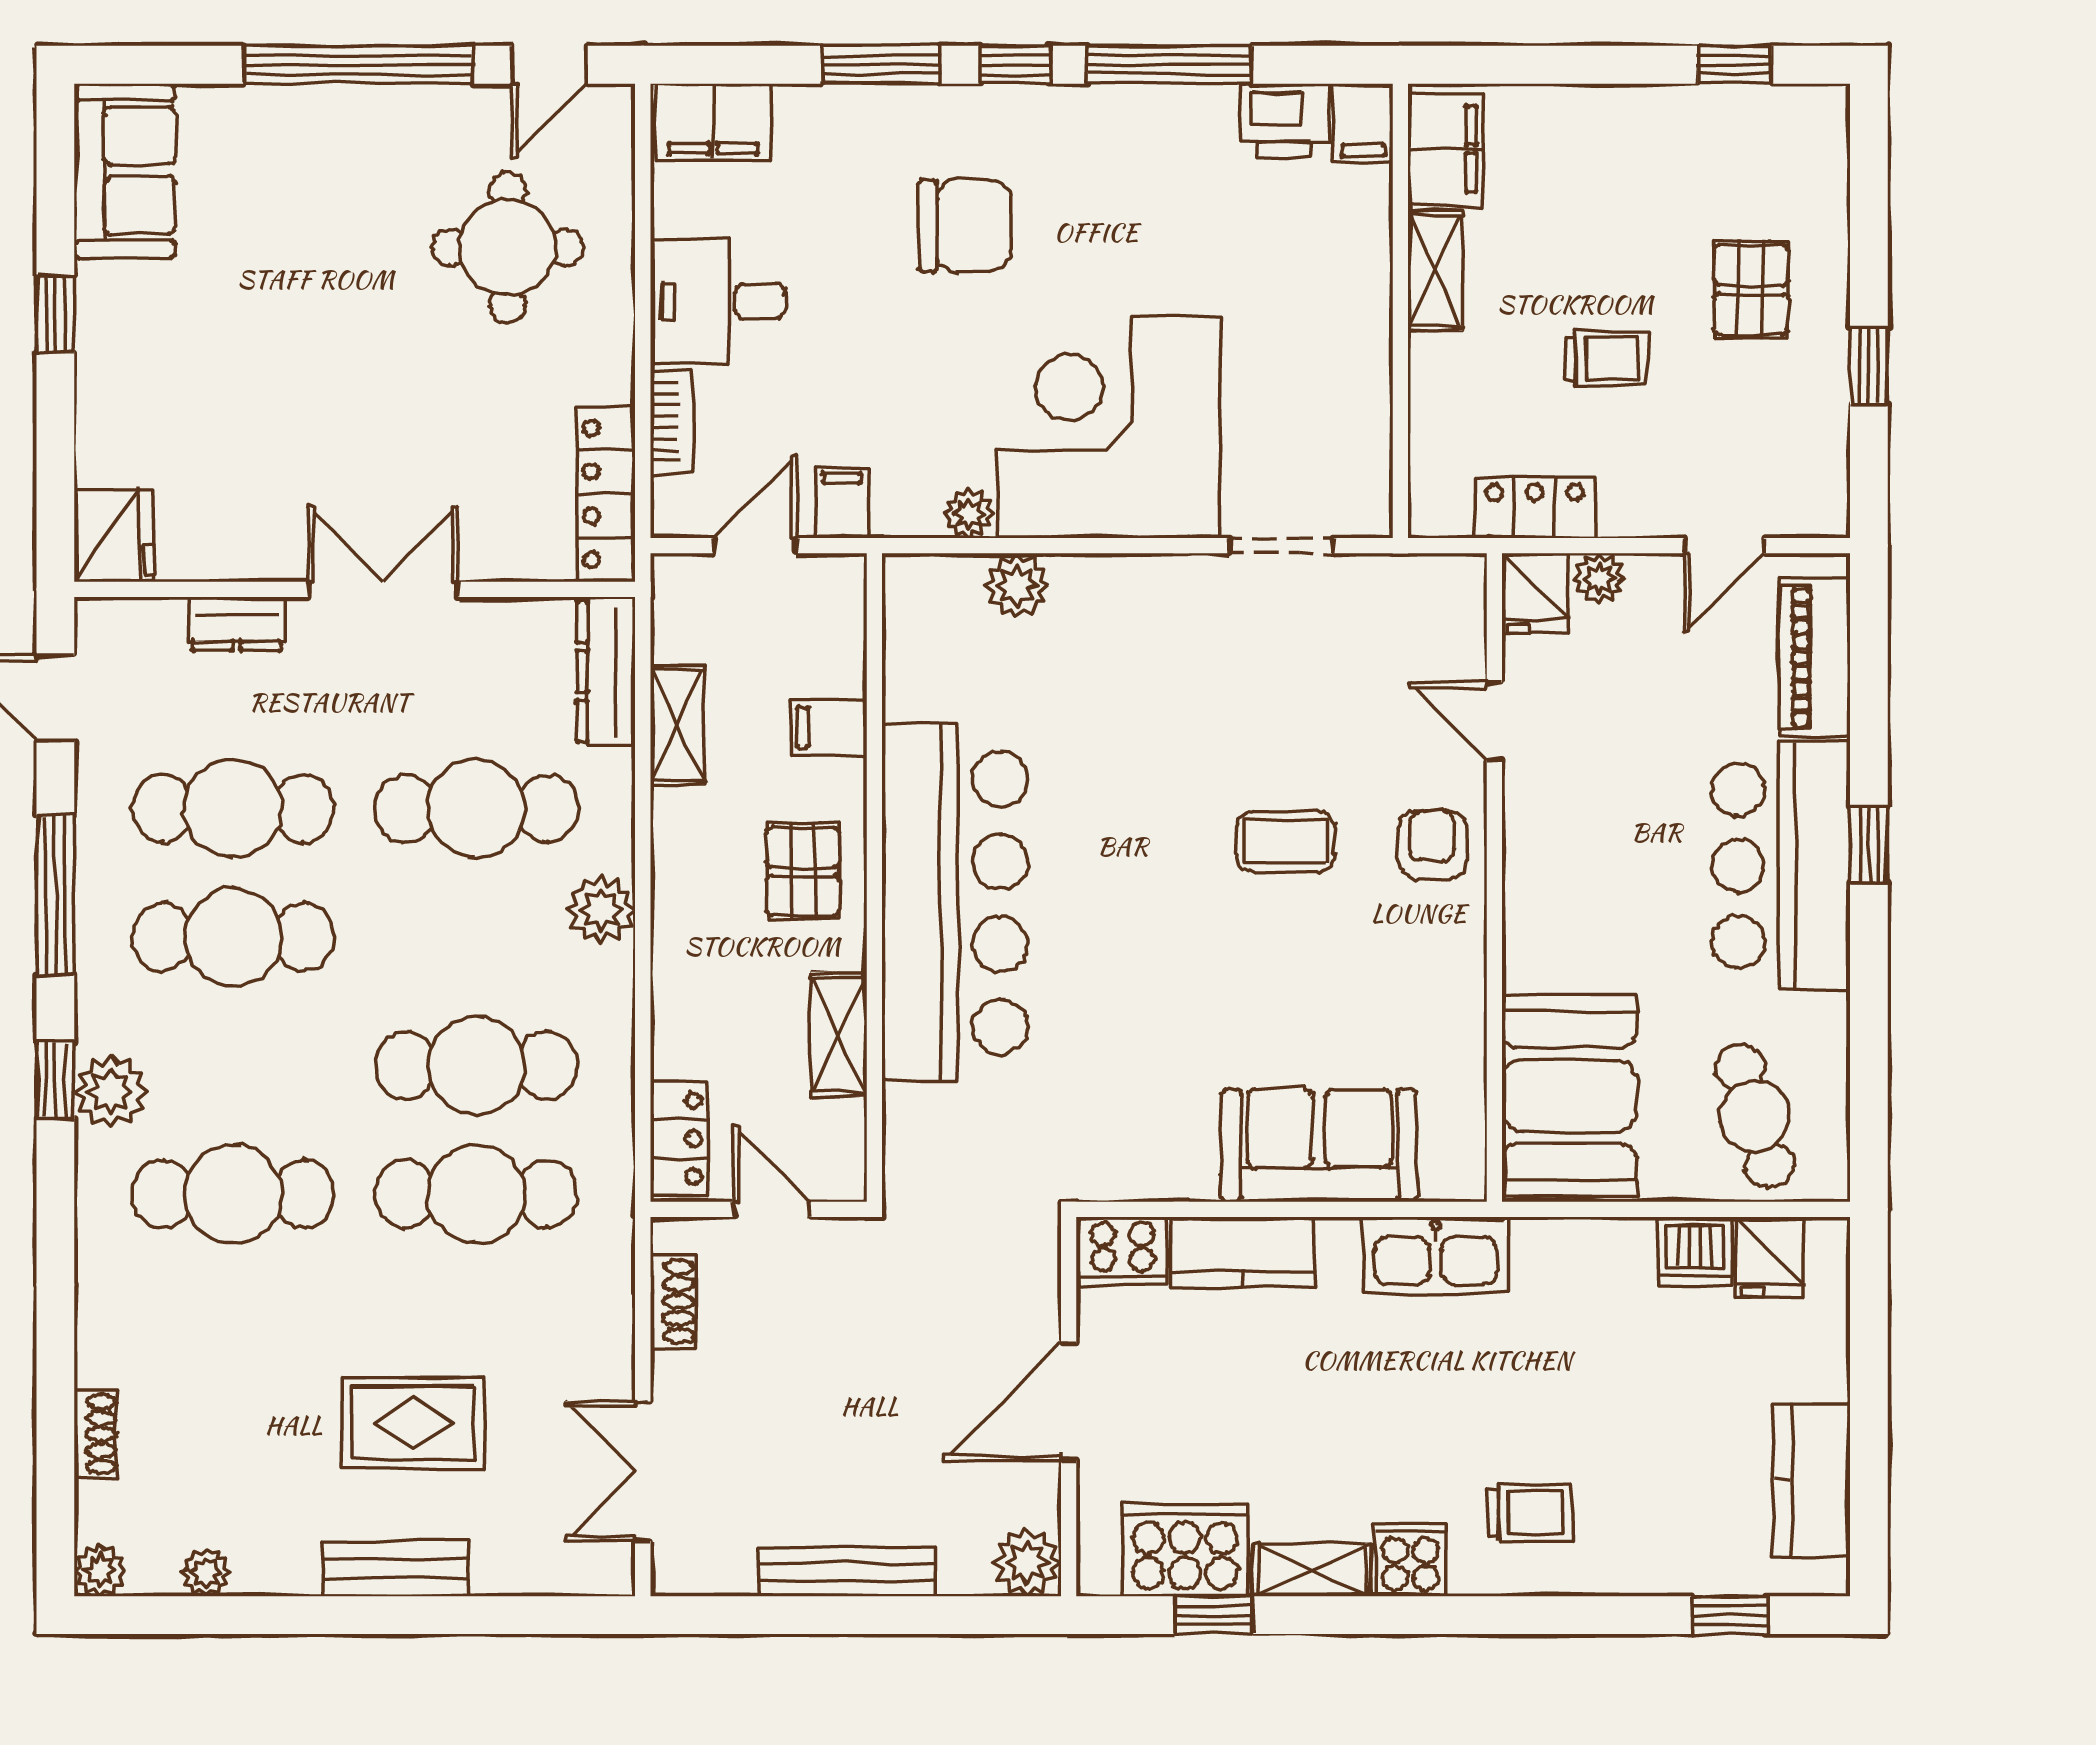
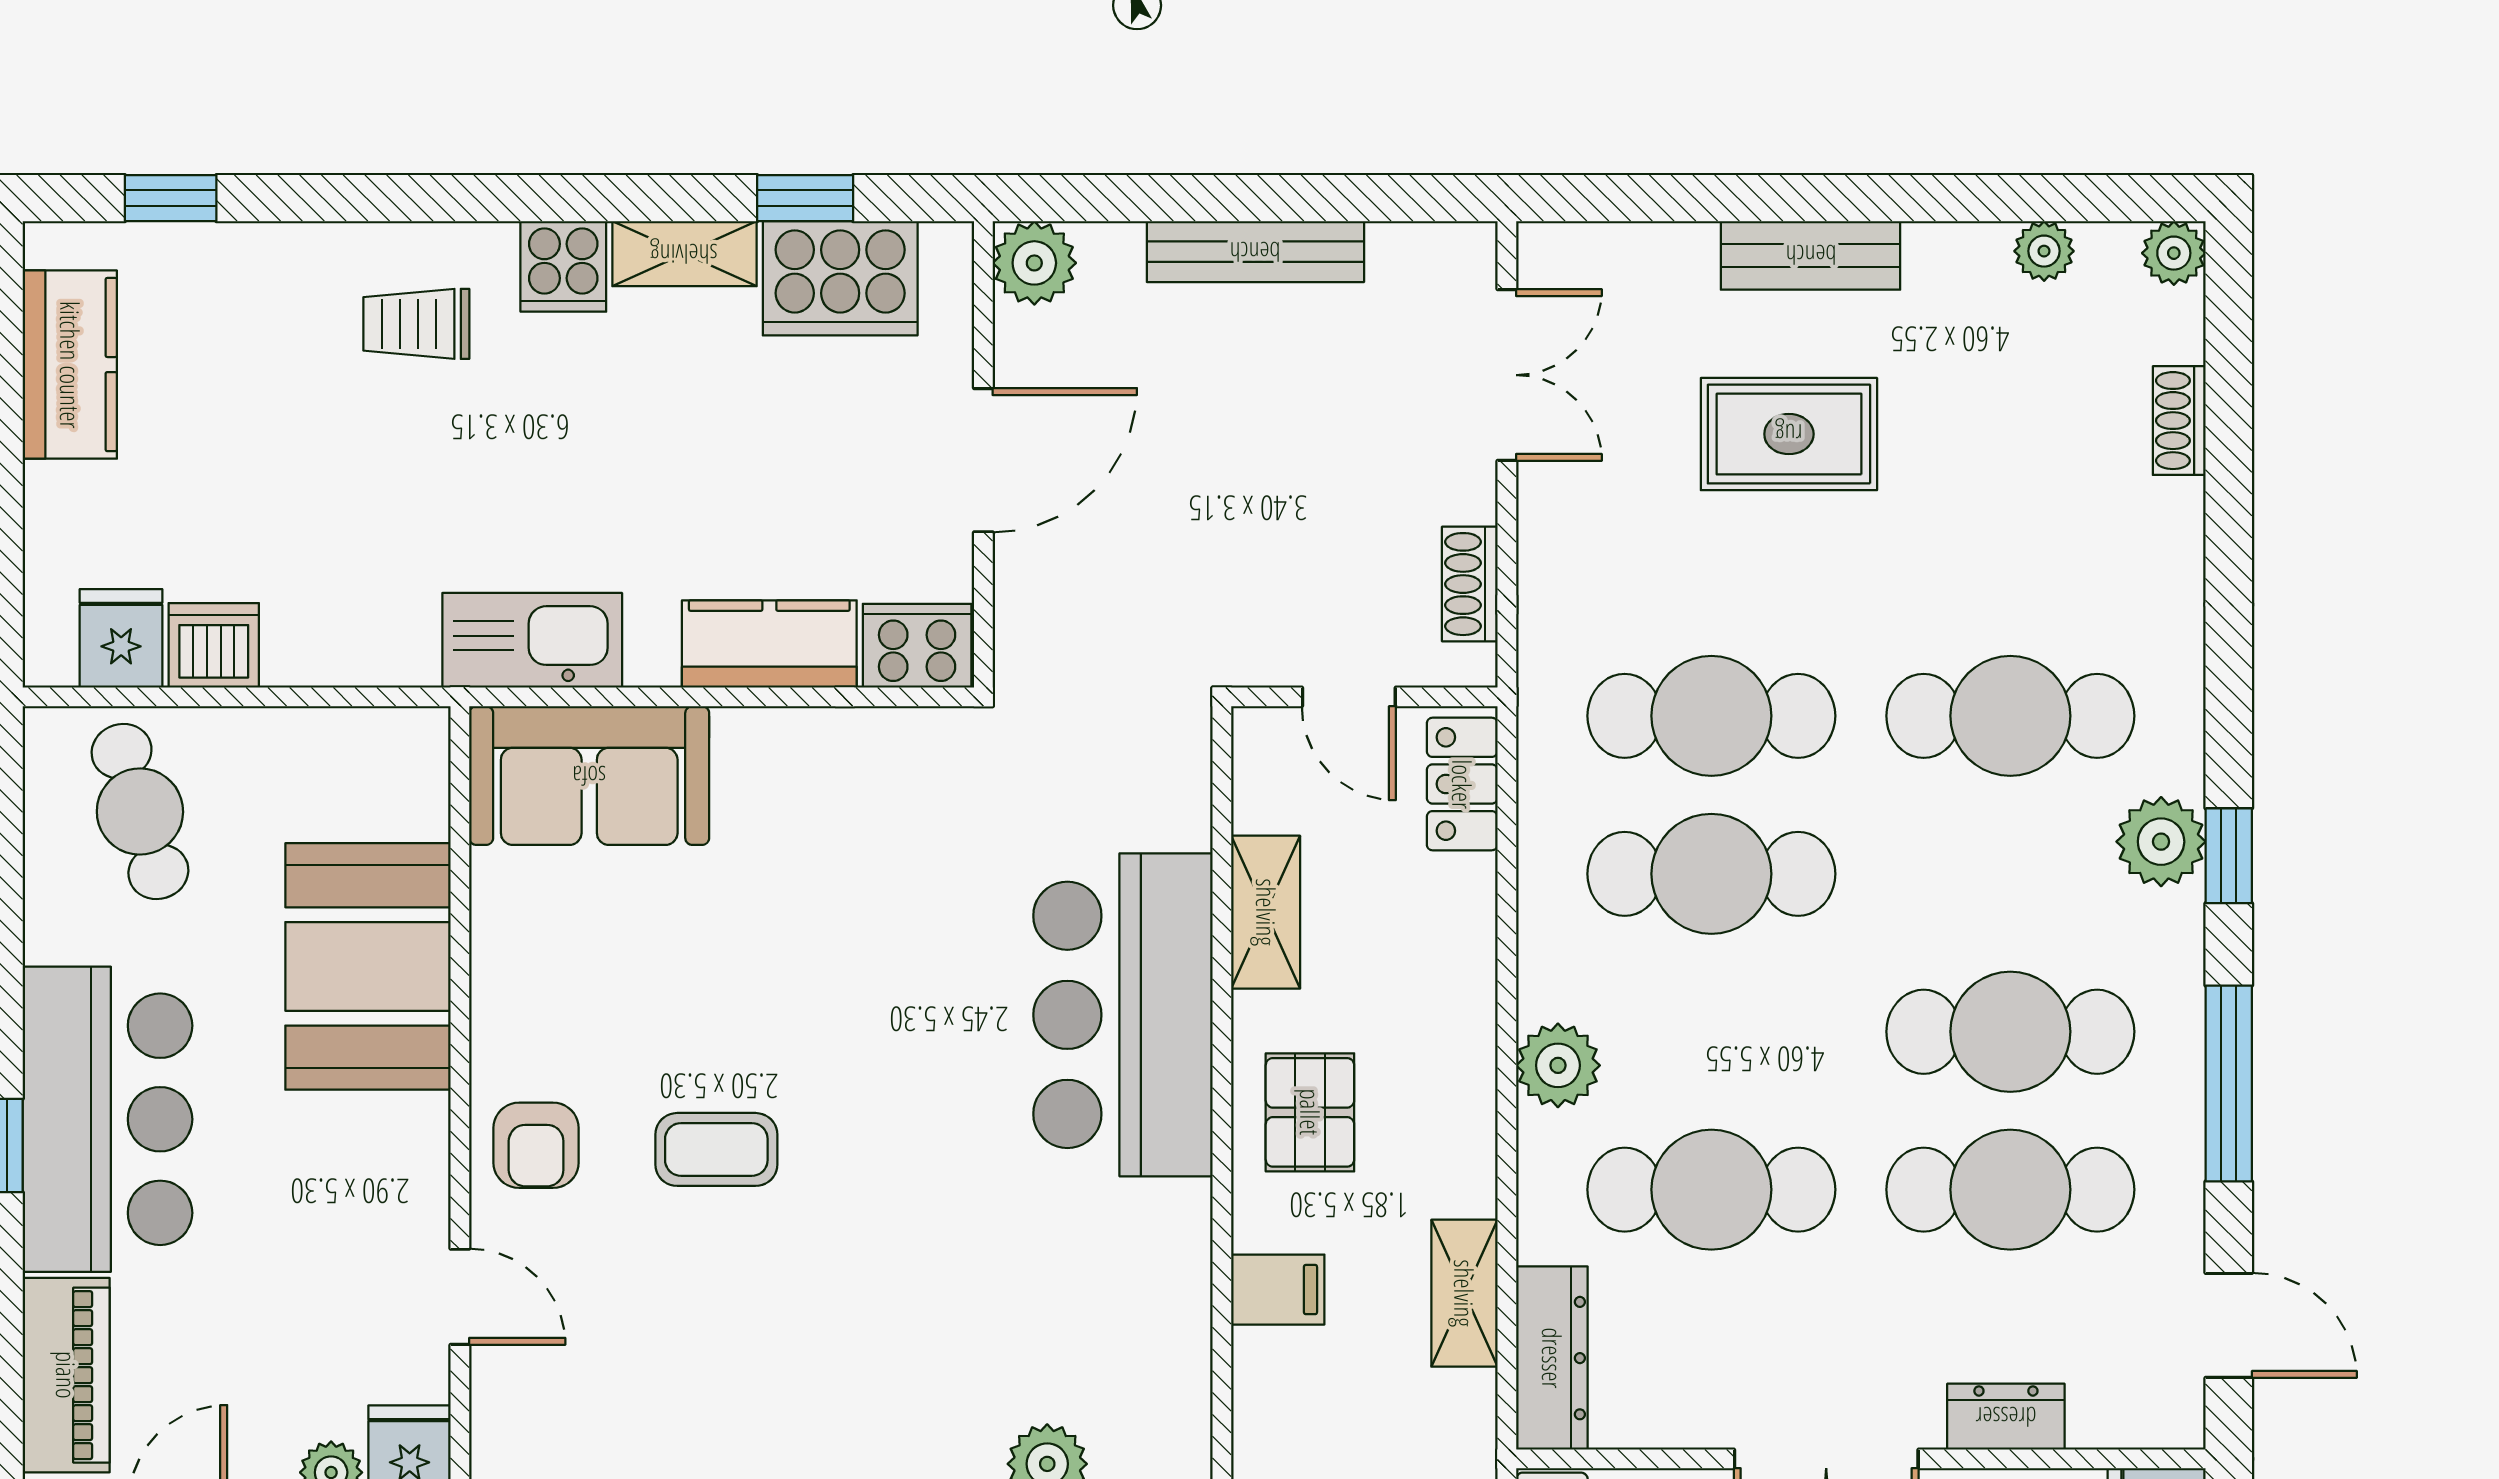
bar counter: (955, 903) -> (1123, 1015), width x0.73
booth: (1569, 1096) -> (368, 966), moved
sofa: (1319, 1145) -> (589, 776), moved

